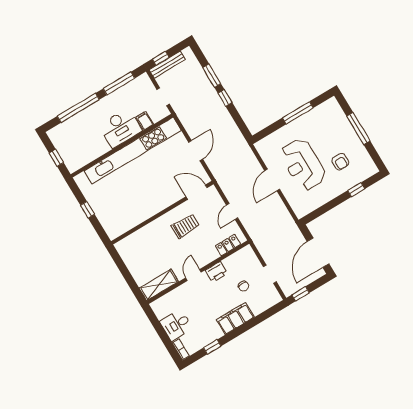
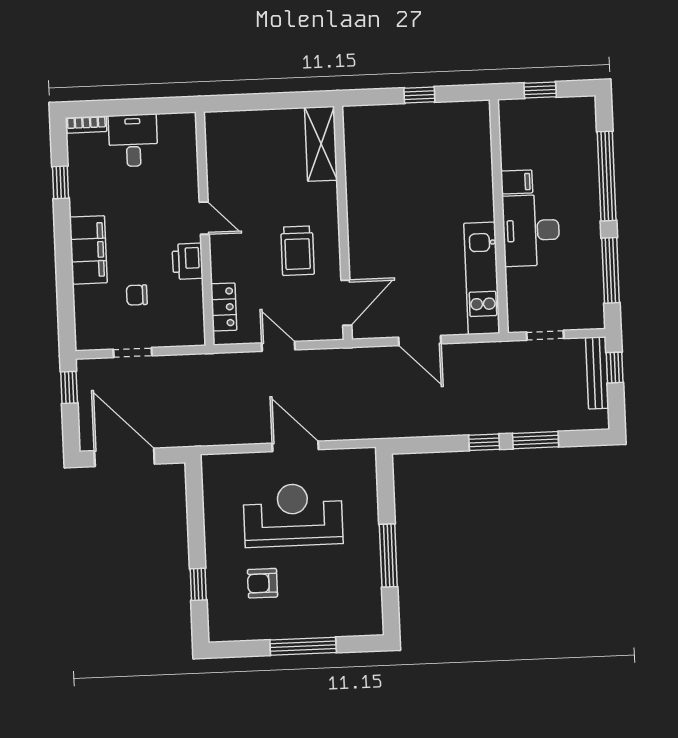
filing cabinet: (145, 121) -> (517, 182), moved
kitchen unit: (133, 151) -> (482, 278), width x0.54
shelving: (159, 285) -> (321, 144), moved

